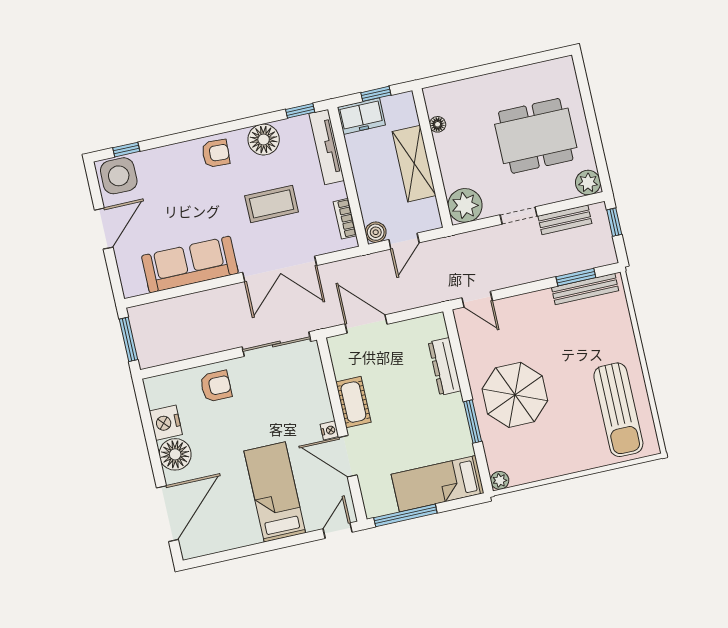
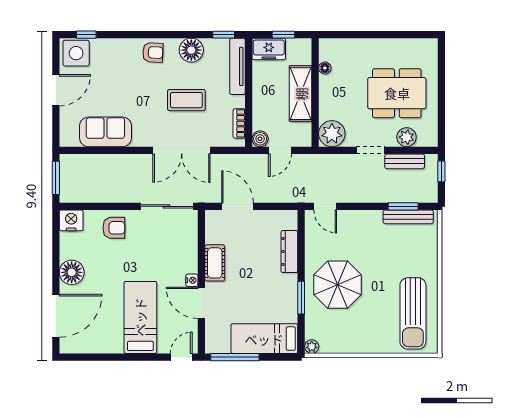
plant: (588, 183) -> (407, 137), moved
sofa: (190, 264) -> (105, 132), width x0.73
nightstand: (166, 423) -> (71, 220), moved, turned 90

